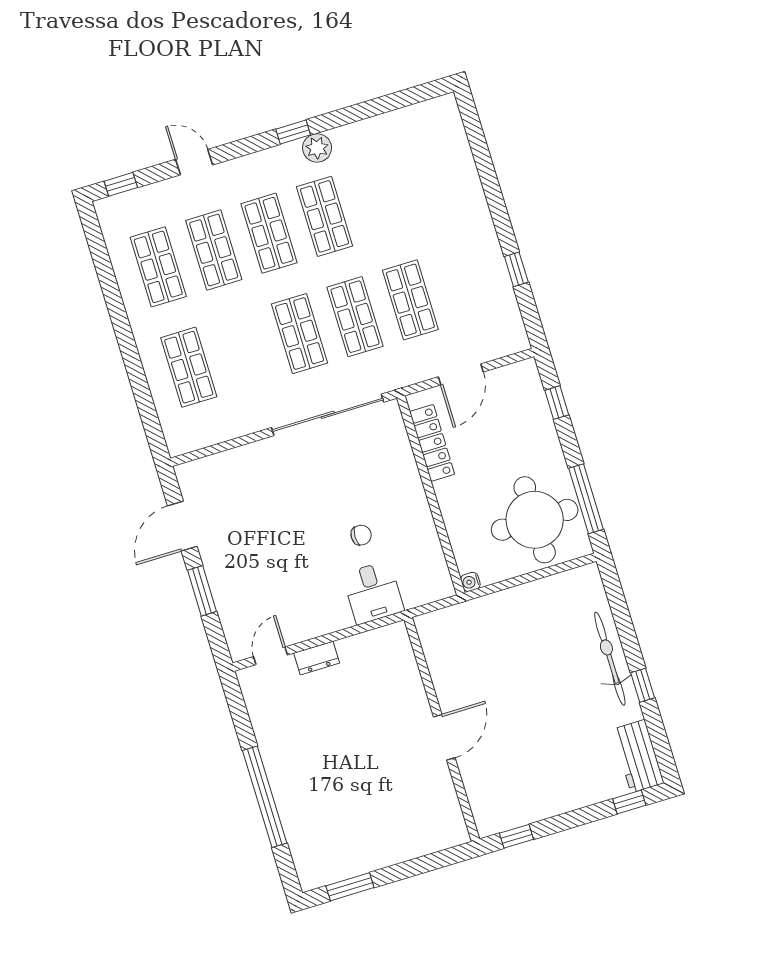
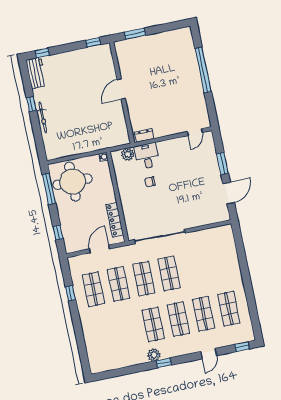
door: (194, 162) -> (209, 354), hinge flipped
shop shelf: (189, 367) -> (93, 289), moved
plant: (416, 592) -> (128, 154), added
dresser: (317, 658) -> (144, 136), moved
bicycle: (610, 659) -> (43, 118), width x0.73, depth x0.71
window: (350, 887) -> (135, 34), moved

